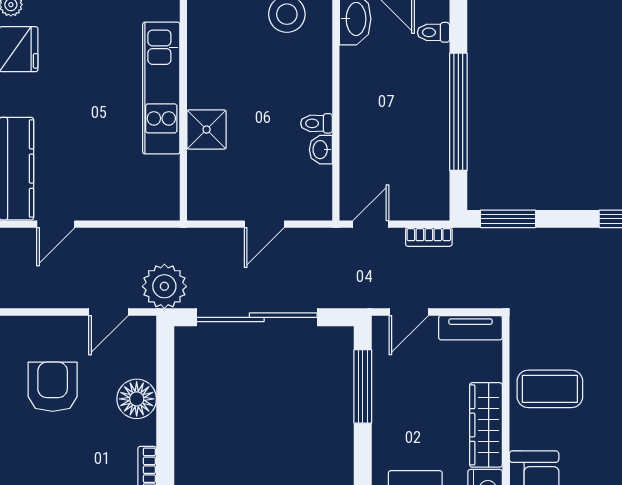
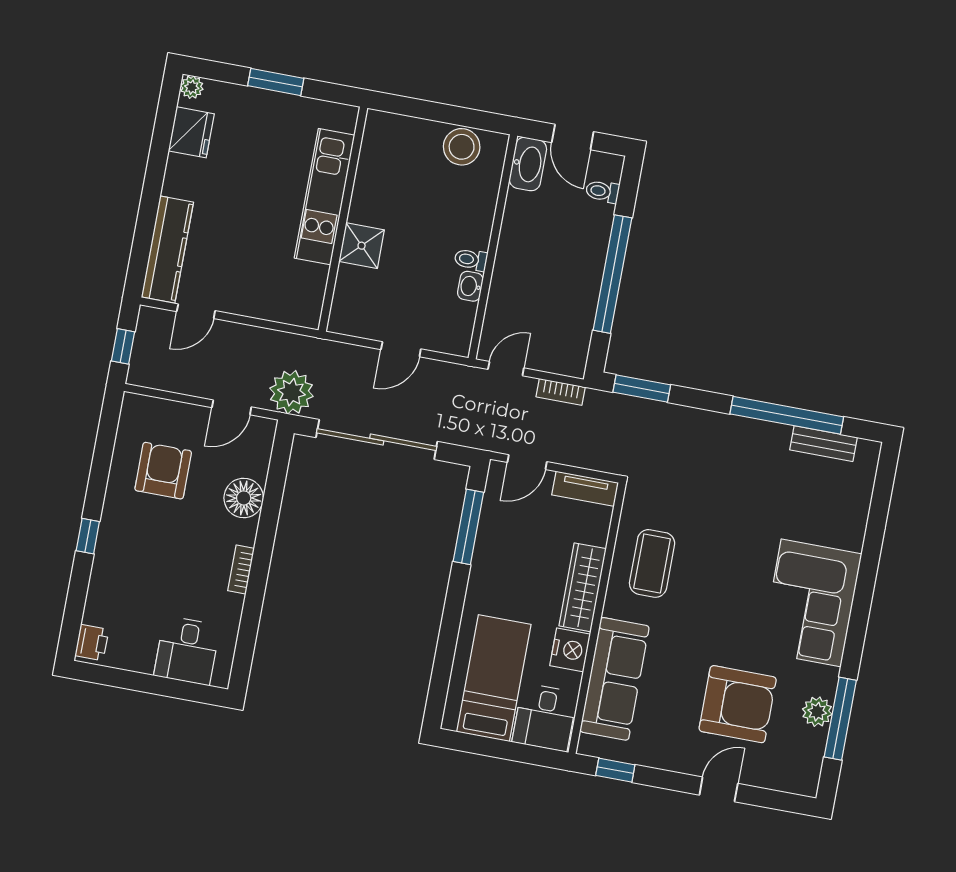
coffee table: (550, 389) -> (652, 563), turned 90

